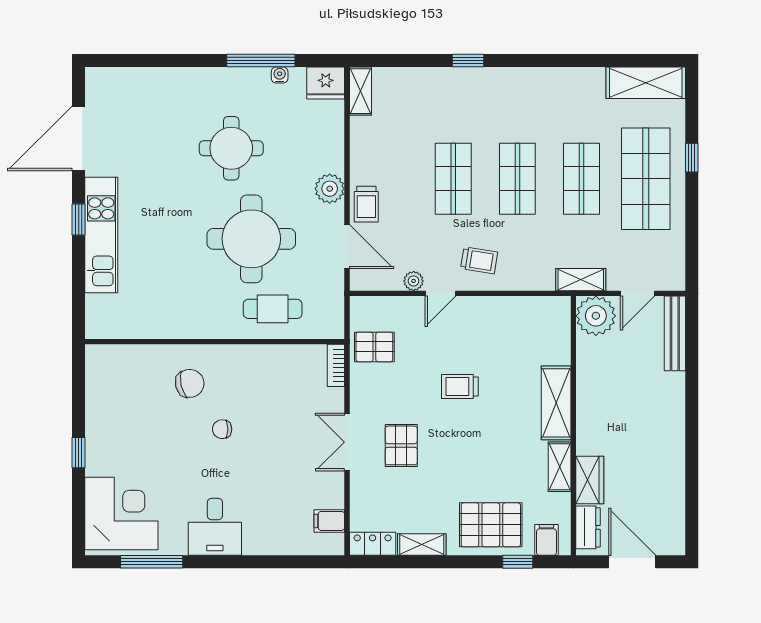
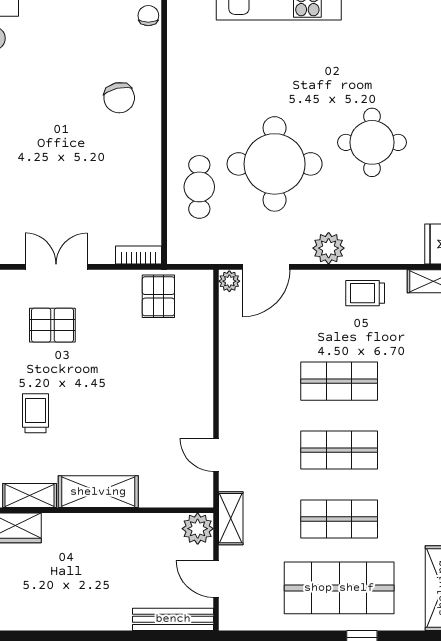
trolley: (366, 204) -> (365, 293), moved
trolley: (479, 260) -> (252, 409), removed
plant: (414, 281) -> (229, 281), moved
door: (441, 293) -> (216, 455), moved
plant: (596, 316) -> (198, 529), width x0.73, depth x0.73
trolley: (460, 386) -> (36, 413), moved
chair: (222, 429) -> (148, 16), moved

